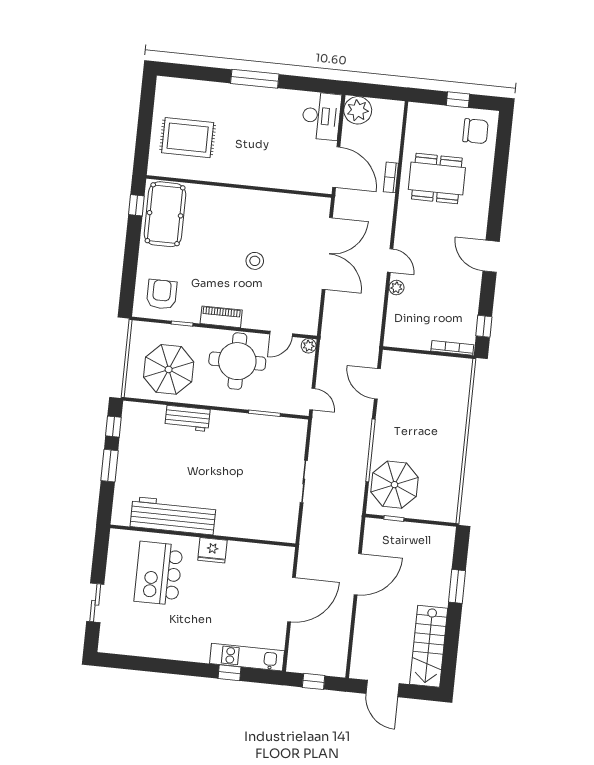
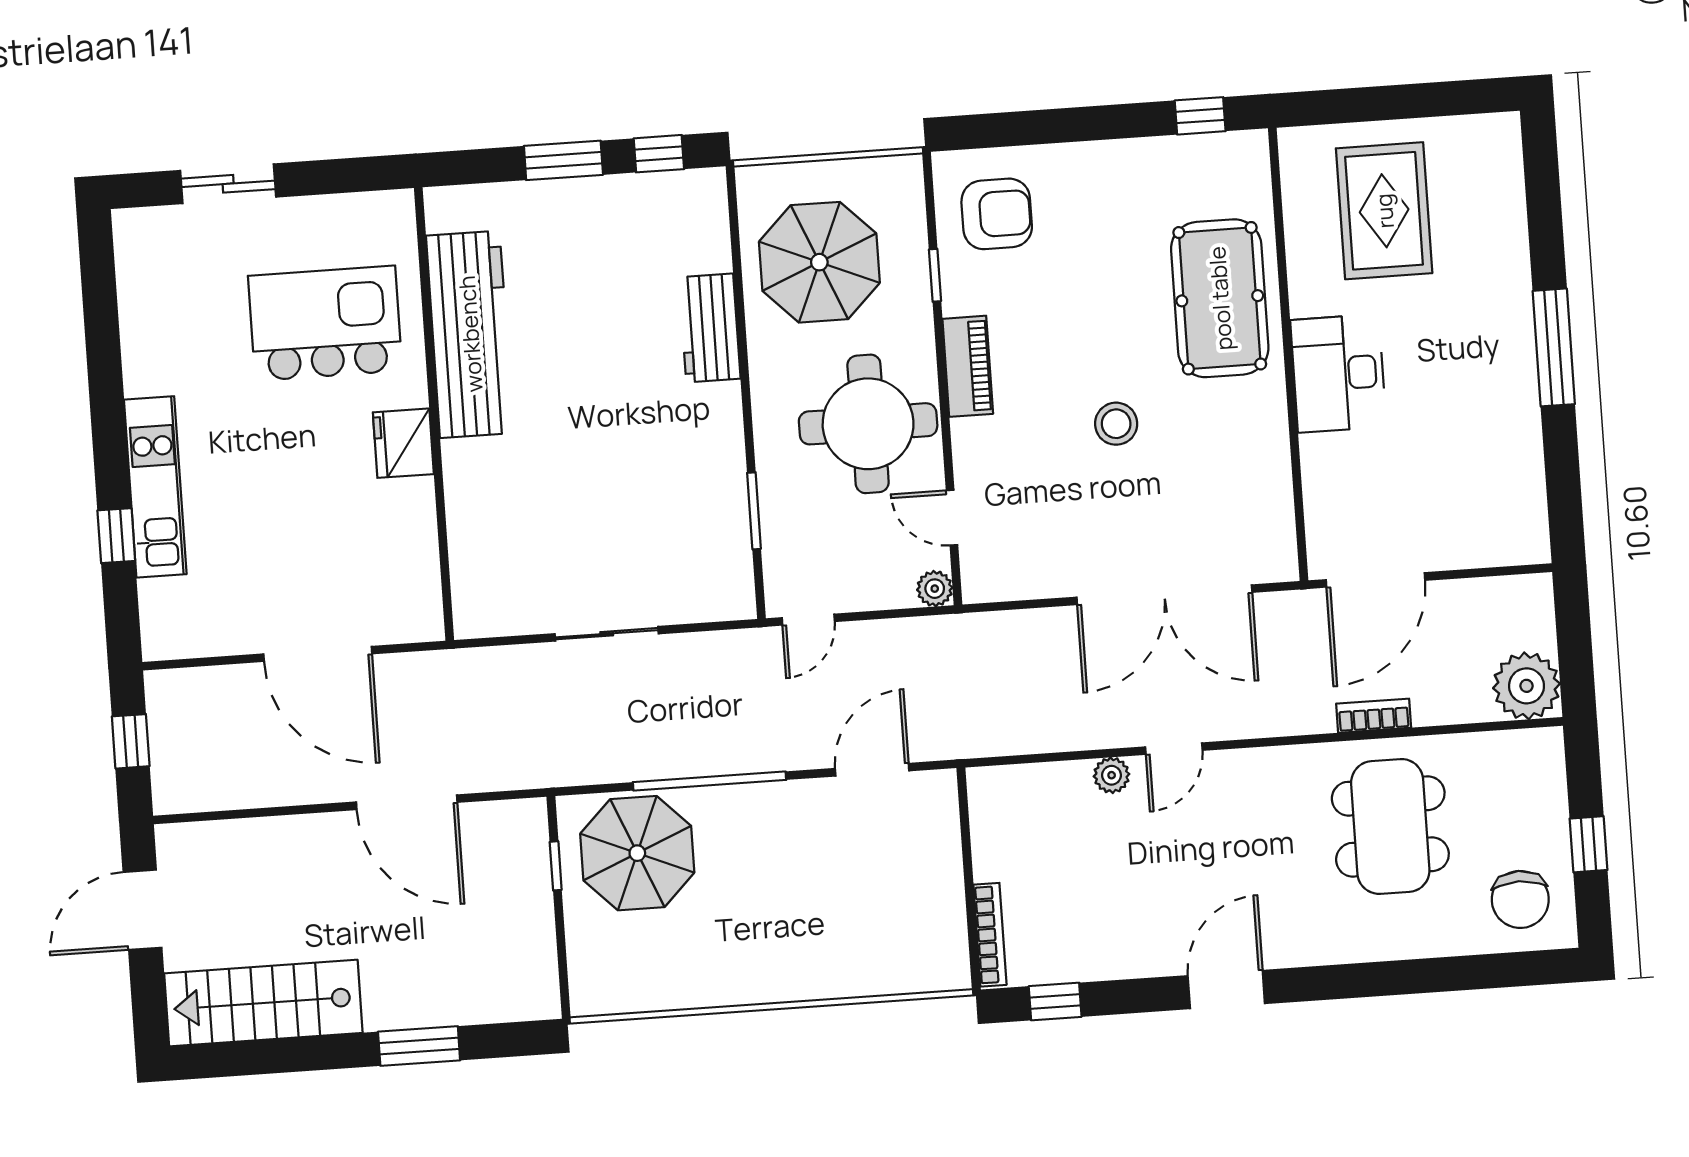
plant: (358, 110) -> (1527, 686), moved
desk: (321, 116) -> (1338, 373), moved, turned 90
pool table: (165, 214) -> (1220, 298), moved, turned 90
kitchen unit: (247, 657) -> (155, 487), moved

